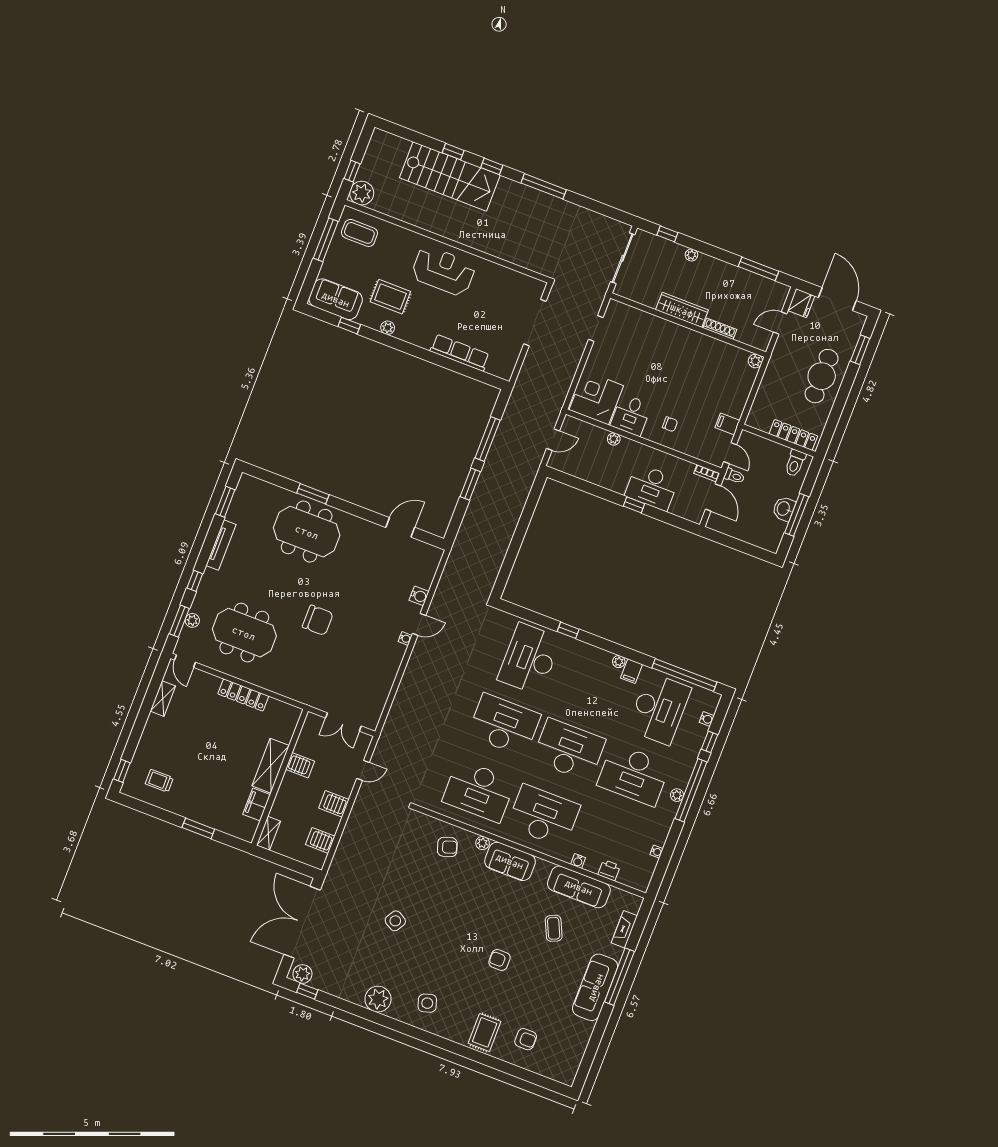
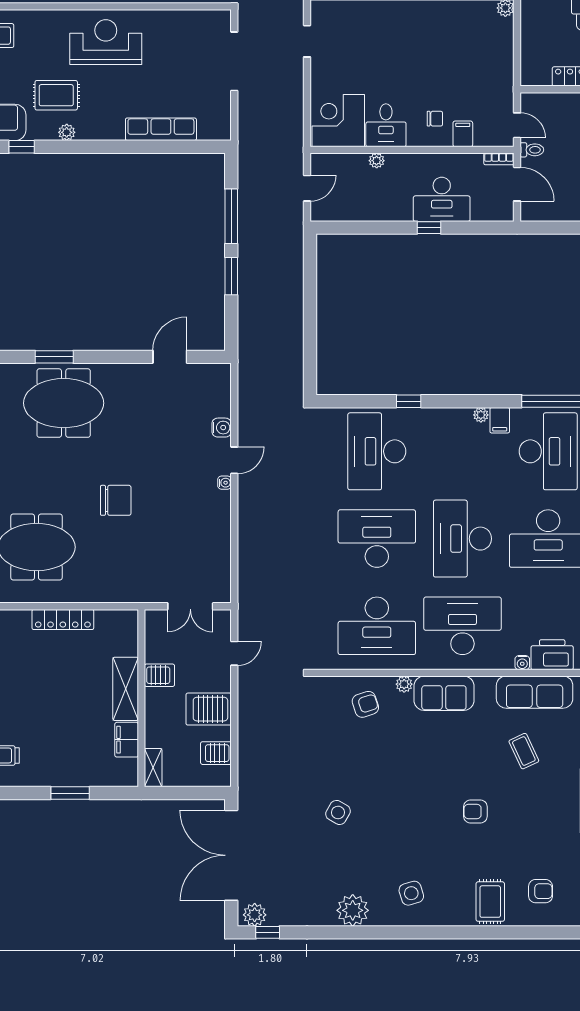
filing cabinet: (727, 424) -> (463, 134), moved, turned 90
desk: (569, 750) -> (462, 539), turned -90
server rack: (334, 804) -> (209, 709), width x1.36, depth x1.44
printer: (609, 870) -> (552, 655), width x1.87, depth x1.48

